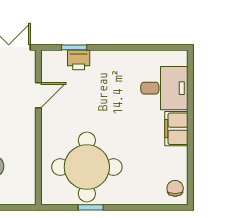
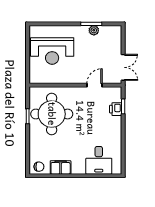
door: (38, 95) -> (95, 85), swing flipped
filing cabinet: (176, 129) -> (61, 167), moved

